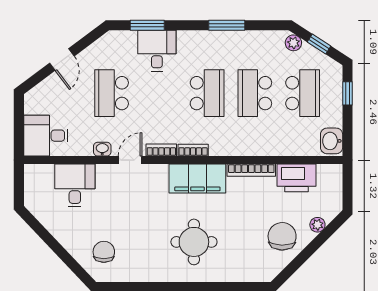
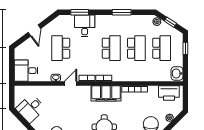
school desk: (255, 93) -> (136, 48), turned 180
printer: (296, 178) -> (169, 93), moved
desk: (75, 185) -> (31, 108), moved, turned -133

